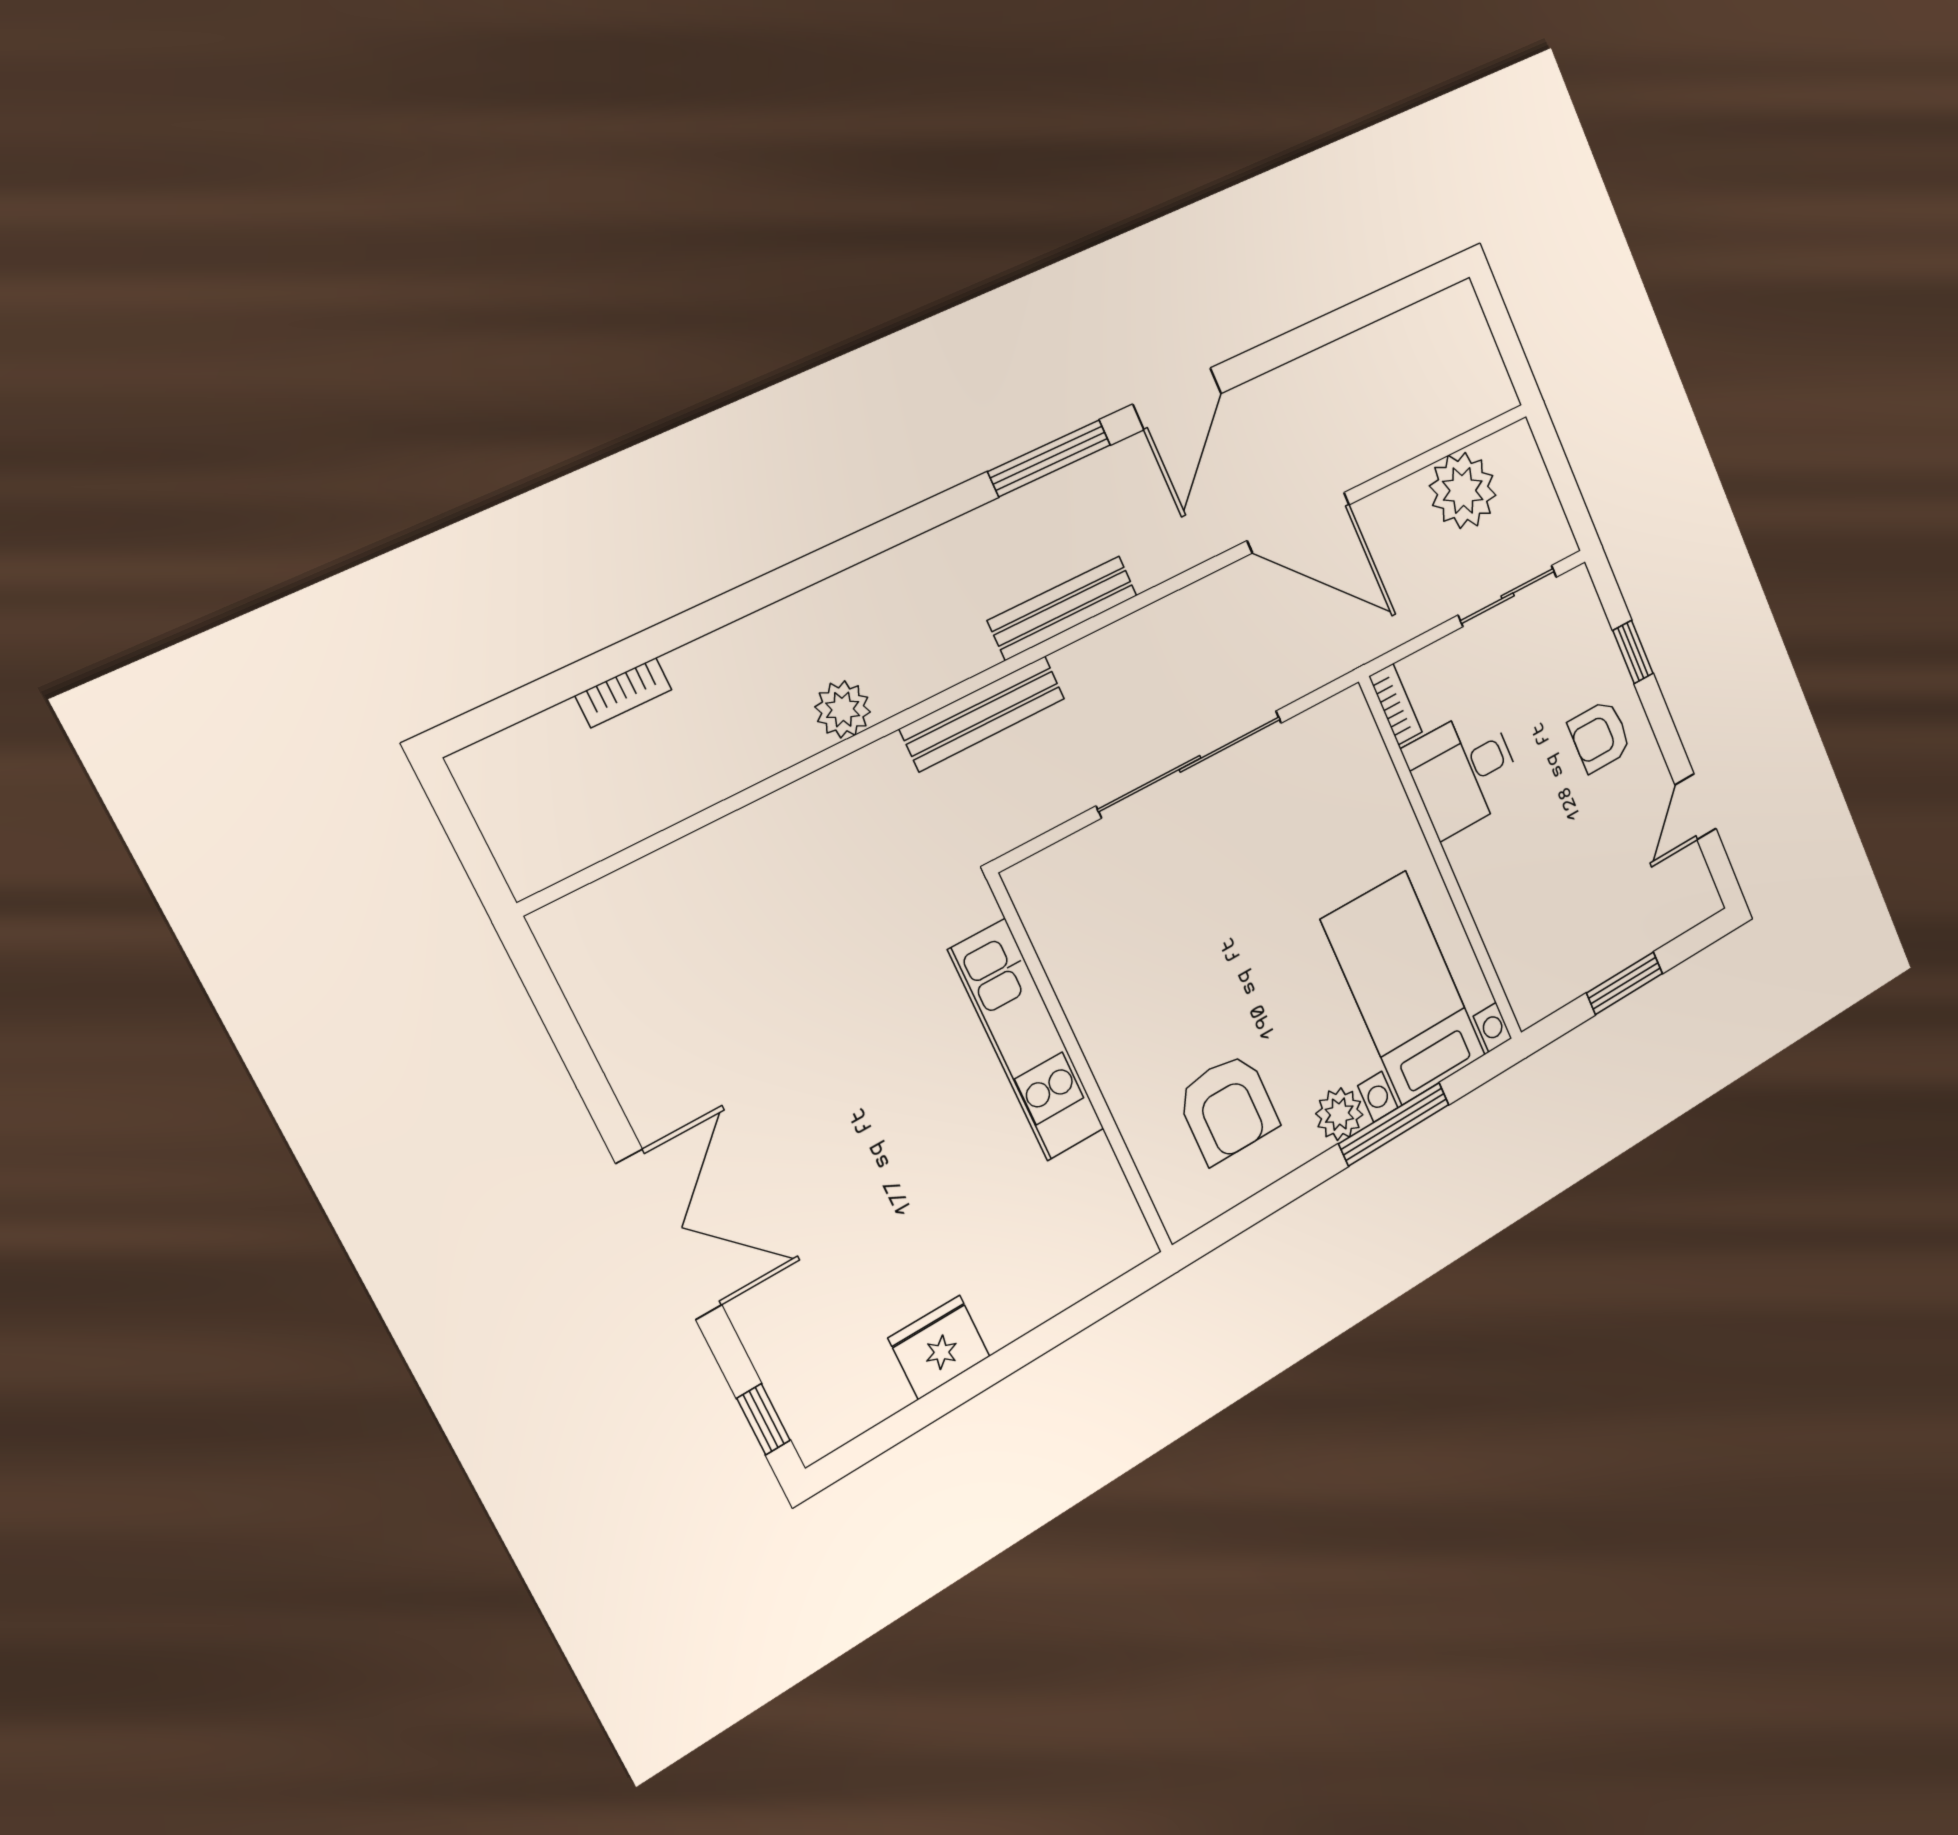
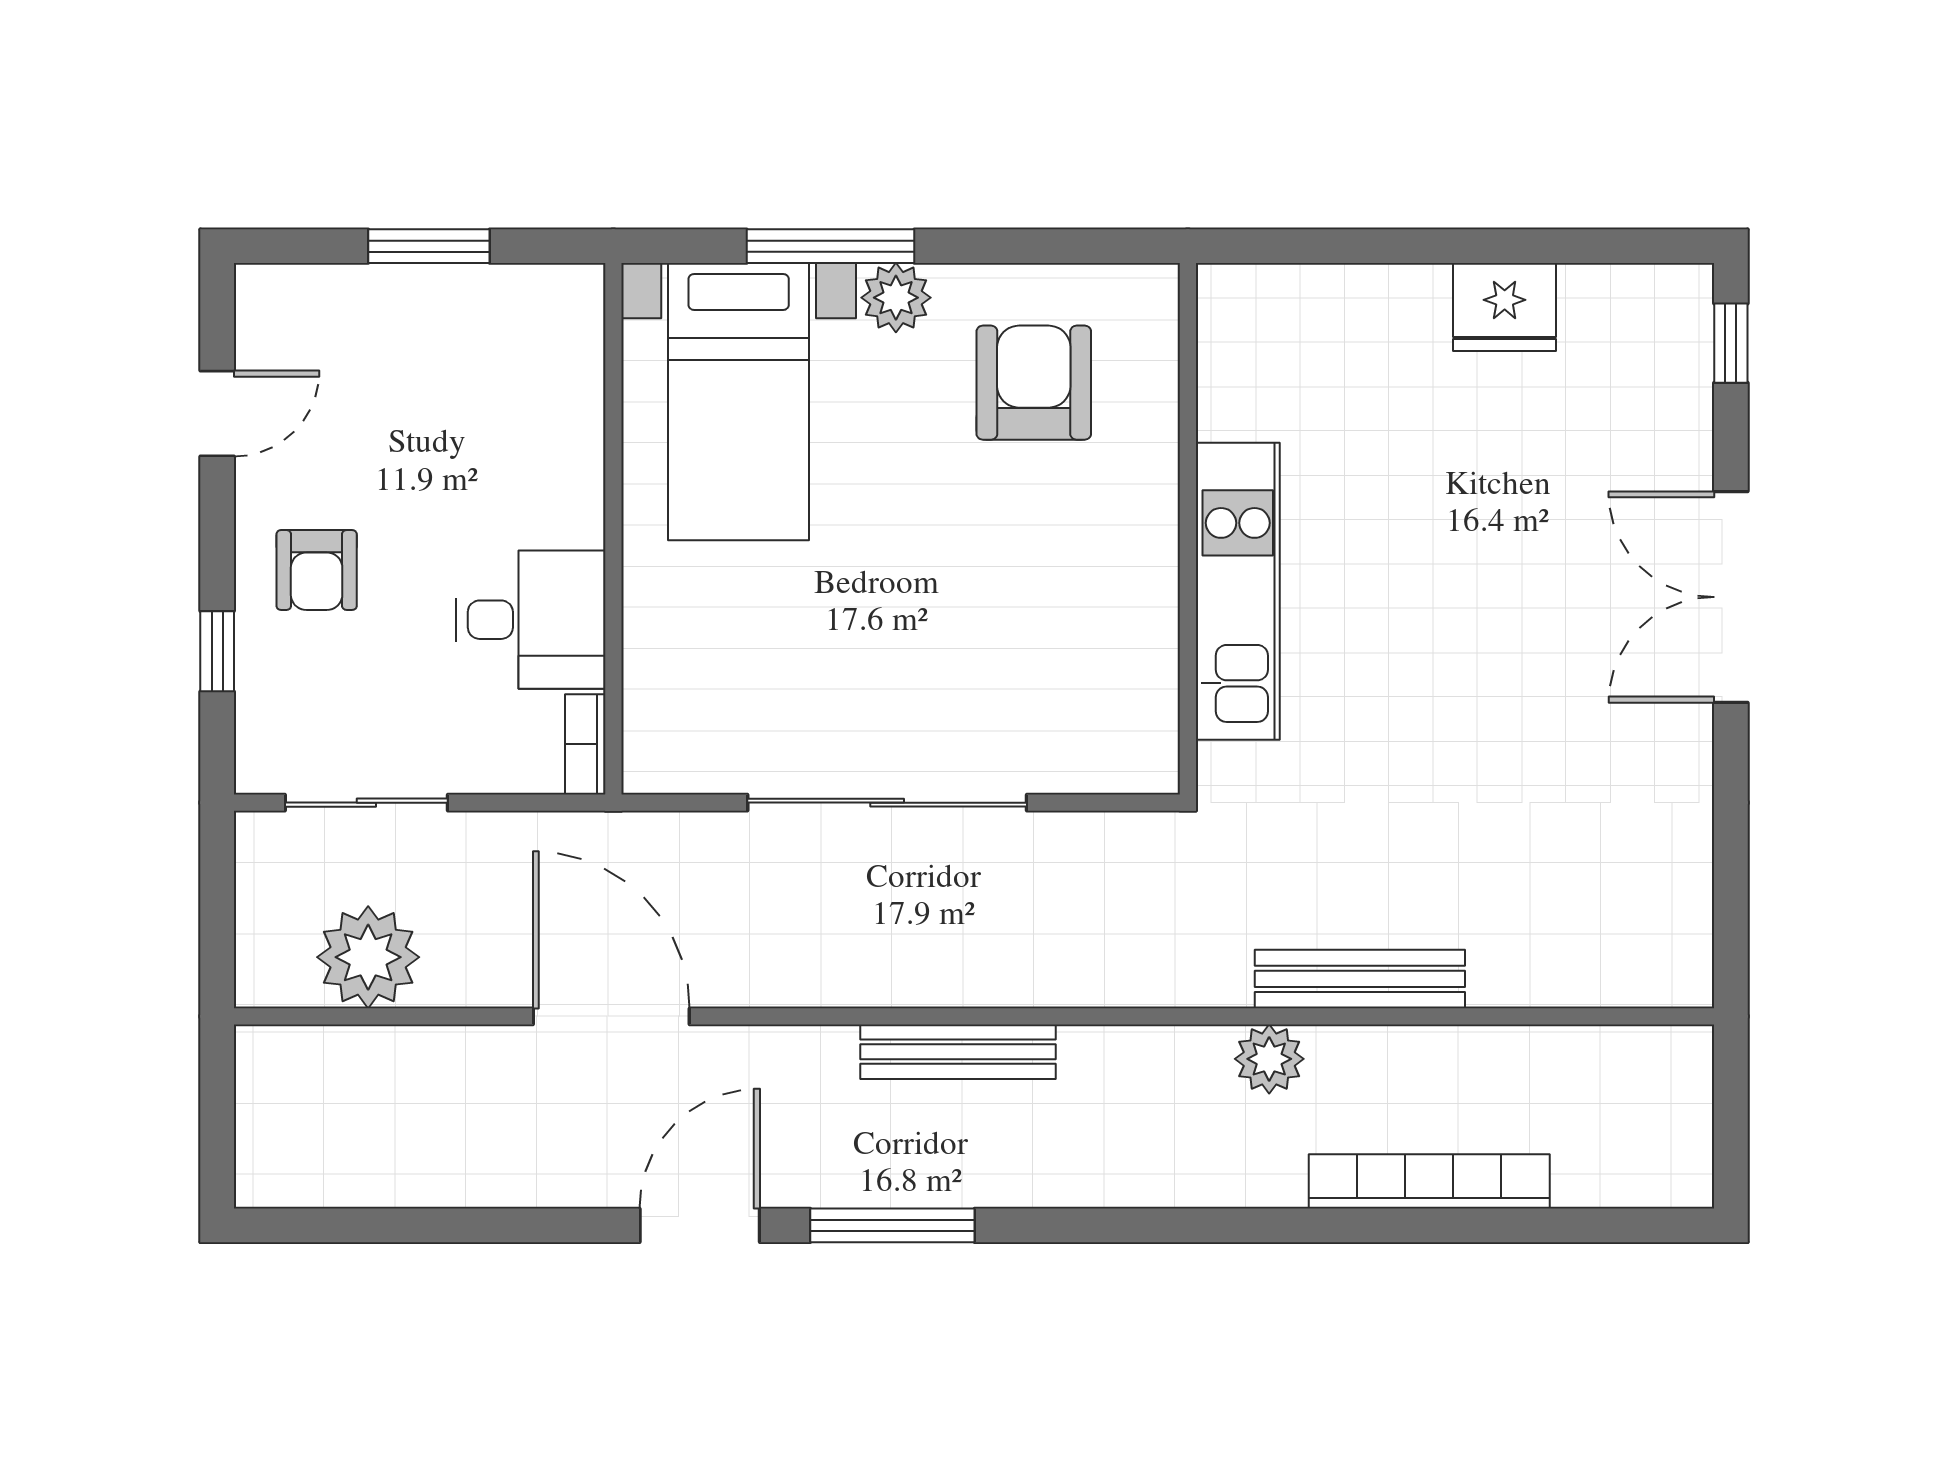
bookcase: (623, 693) -> (1429, 1181), width x2.31, depth x1.31
bench: (982, 714) -> (1360, 979), moved
armchair: (1600, 736) -> (317, 570), turned 90

